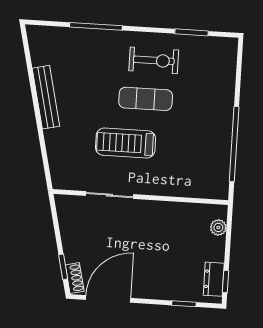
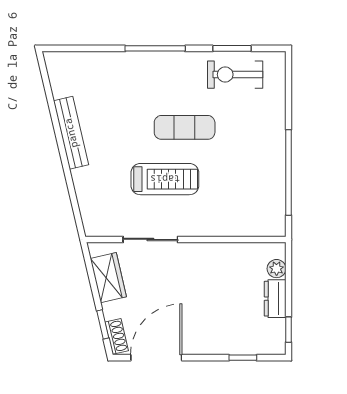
window: (96, 26) -> (155, 48), moved
exercise bike: (154, 60) -> (235, 75), moved, turned 180
treadmill: (126, 143) -> (165, 179), turned 180
wardrobe: (71, 226) -> (108, 278), added
dresser: (214, 279) -> (275, 299), moved

